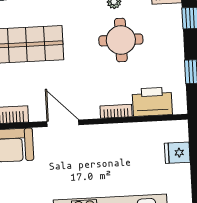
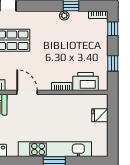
round table: (121, 40) -> (67, 41), removed

